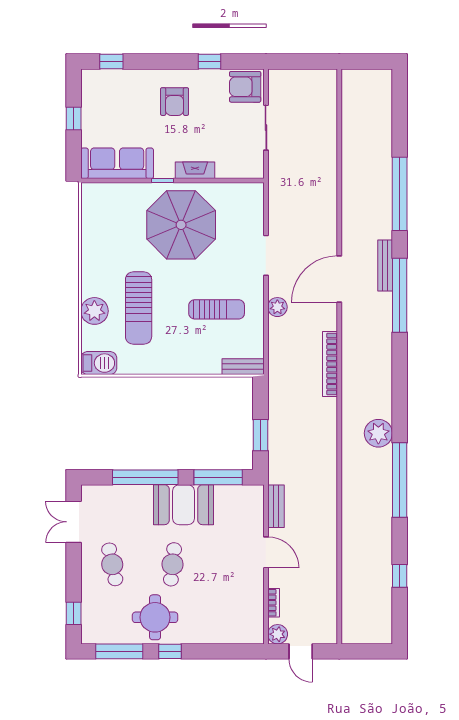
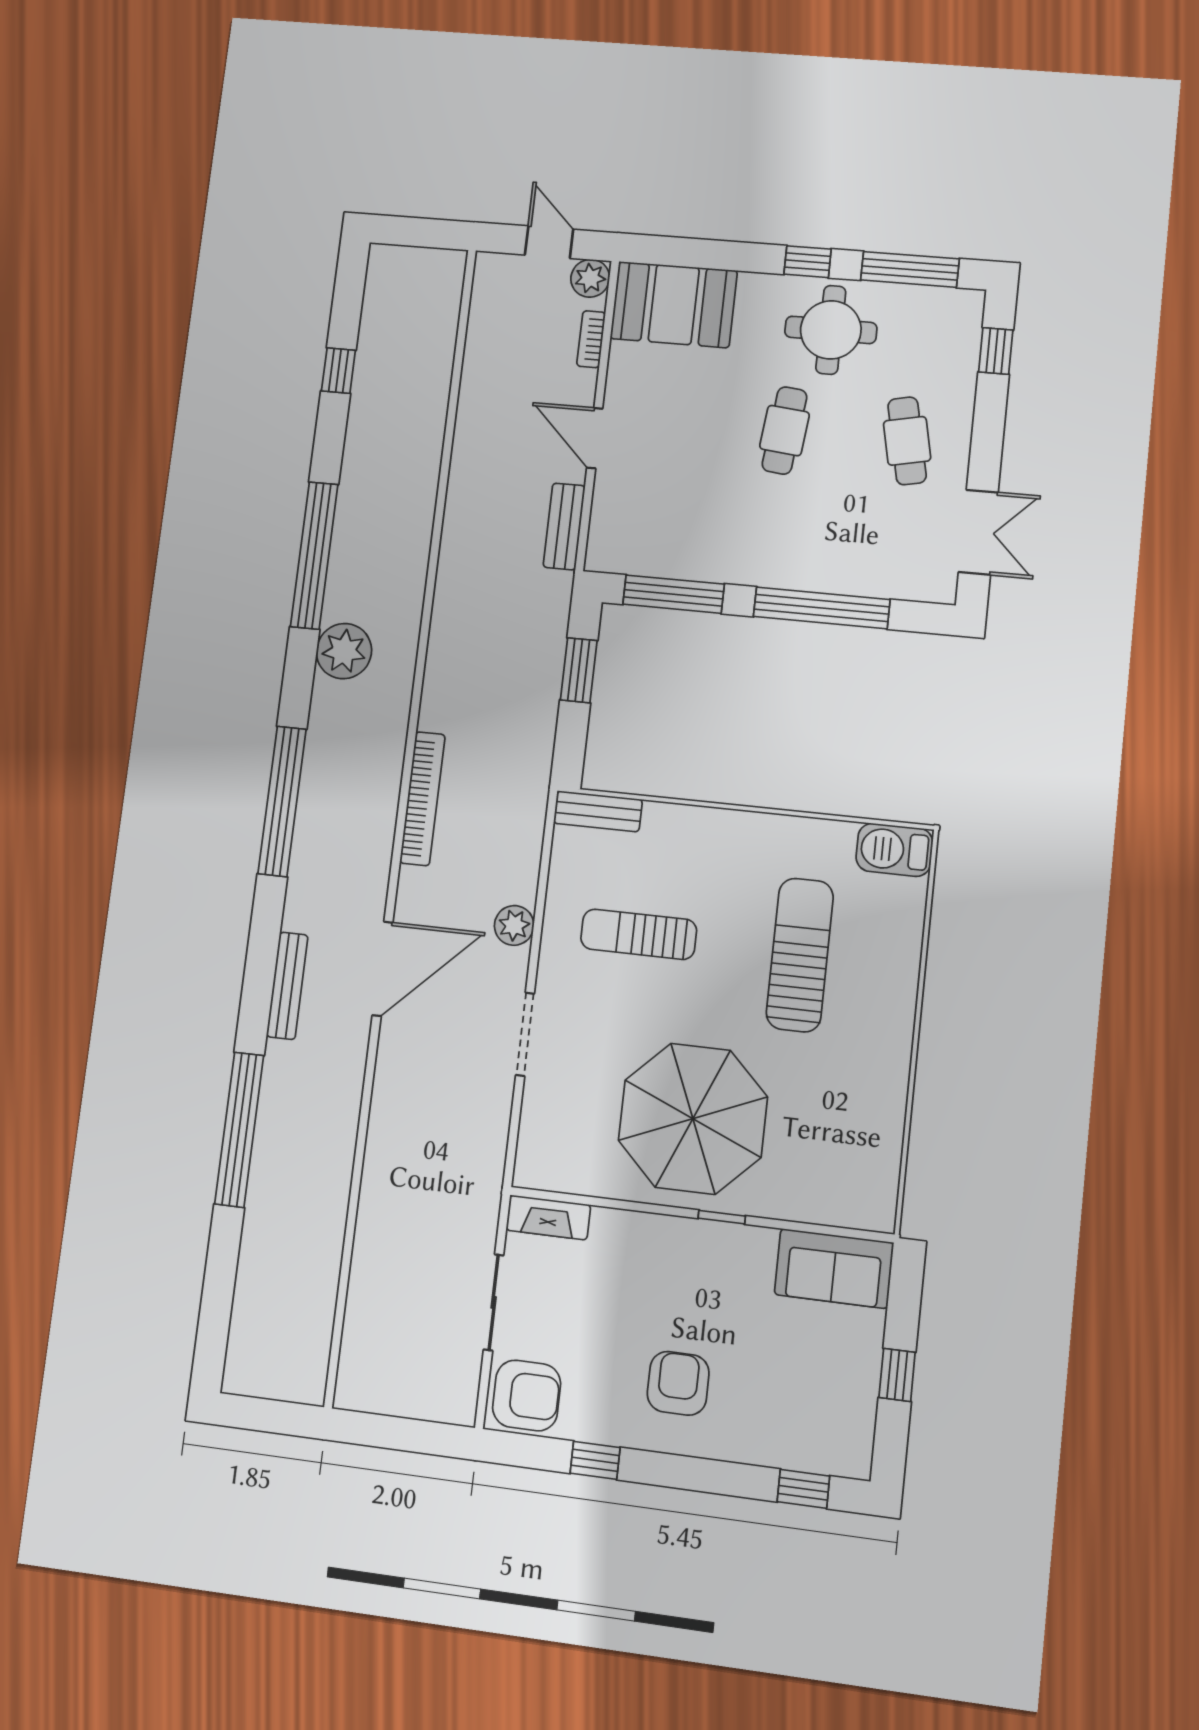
sofa: (117, 163) -> (834, 1268), width x0.73
fireplace: (195, 170) -> (548, 1218), moved
window: (400, 295) -> (282, 801), moved
plant: (94, 311) -> (893, 959), removed
booth: (184, 505) -> (674, 305), moved

